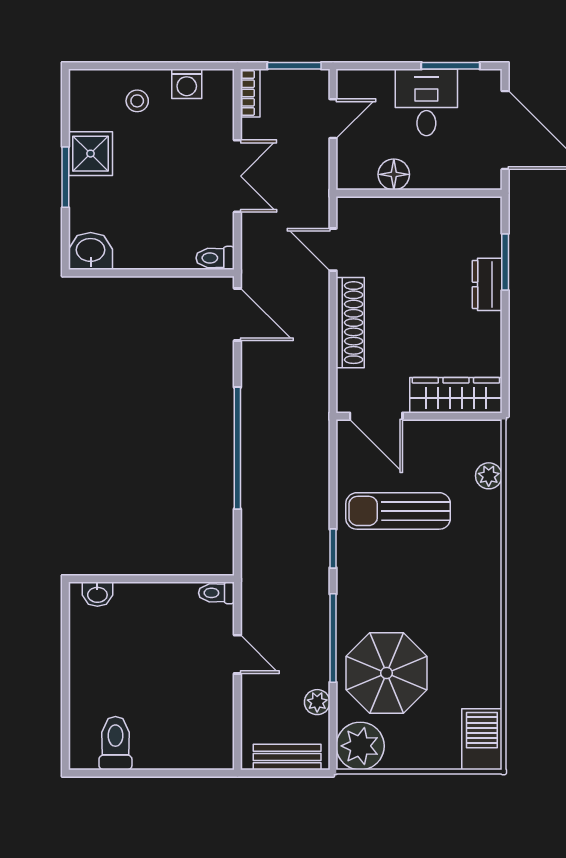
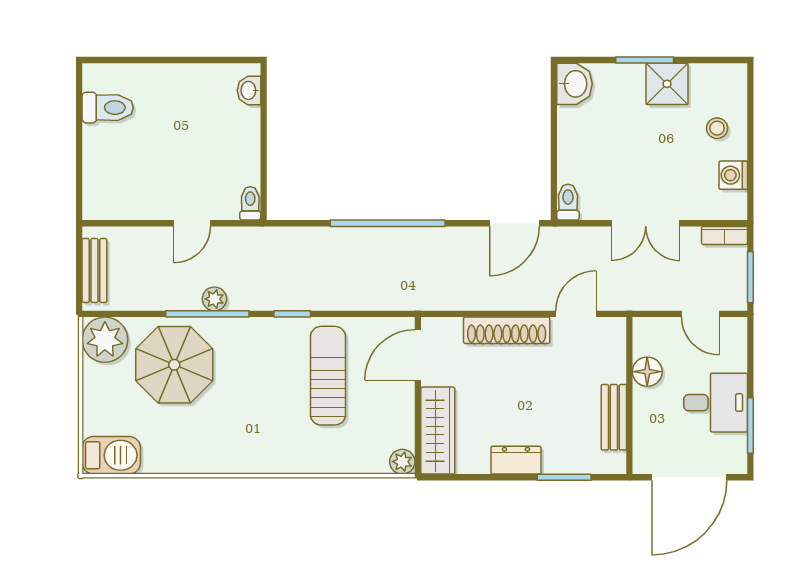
bench: (442, 210) -> (614, 417), added
dresser: (487, 284) -> (516, 460), moved
plant: (489, 476) -> (402, 462), moved
plant: (317, 702) -> (214, 299), moved

